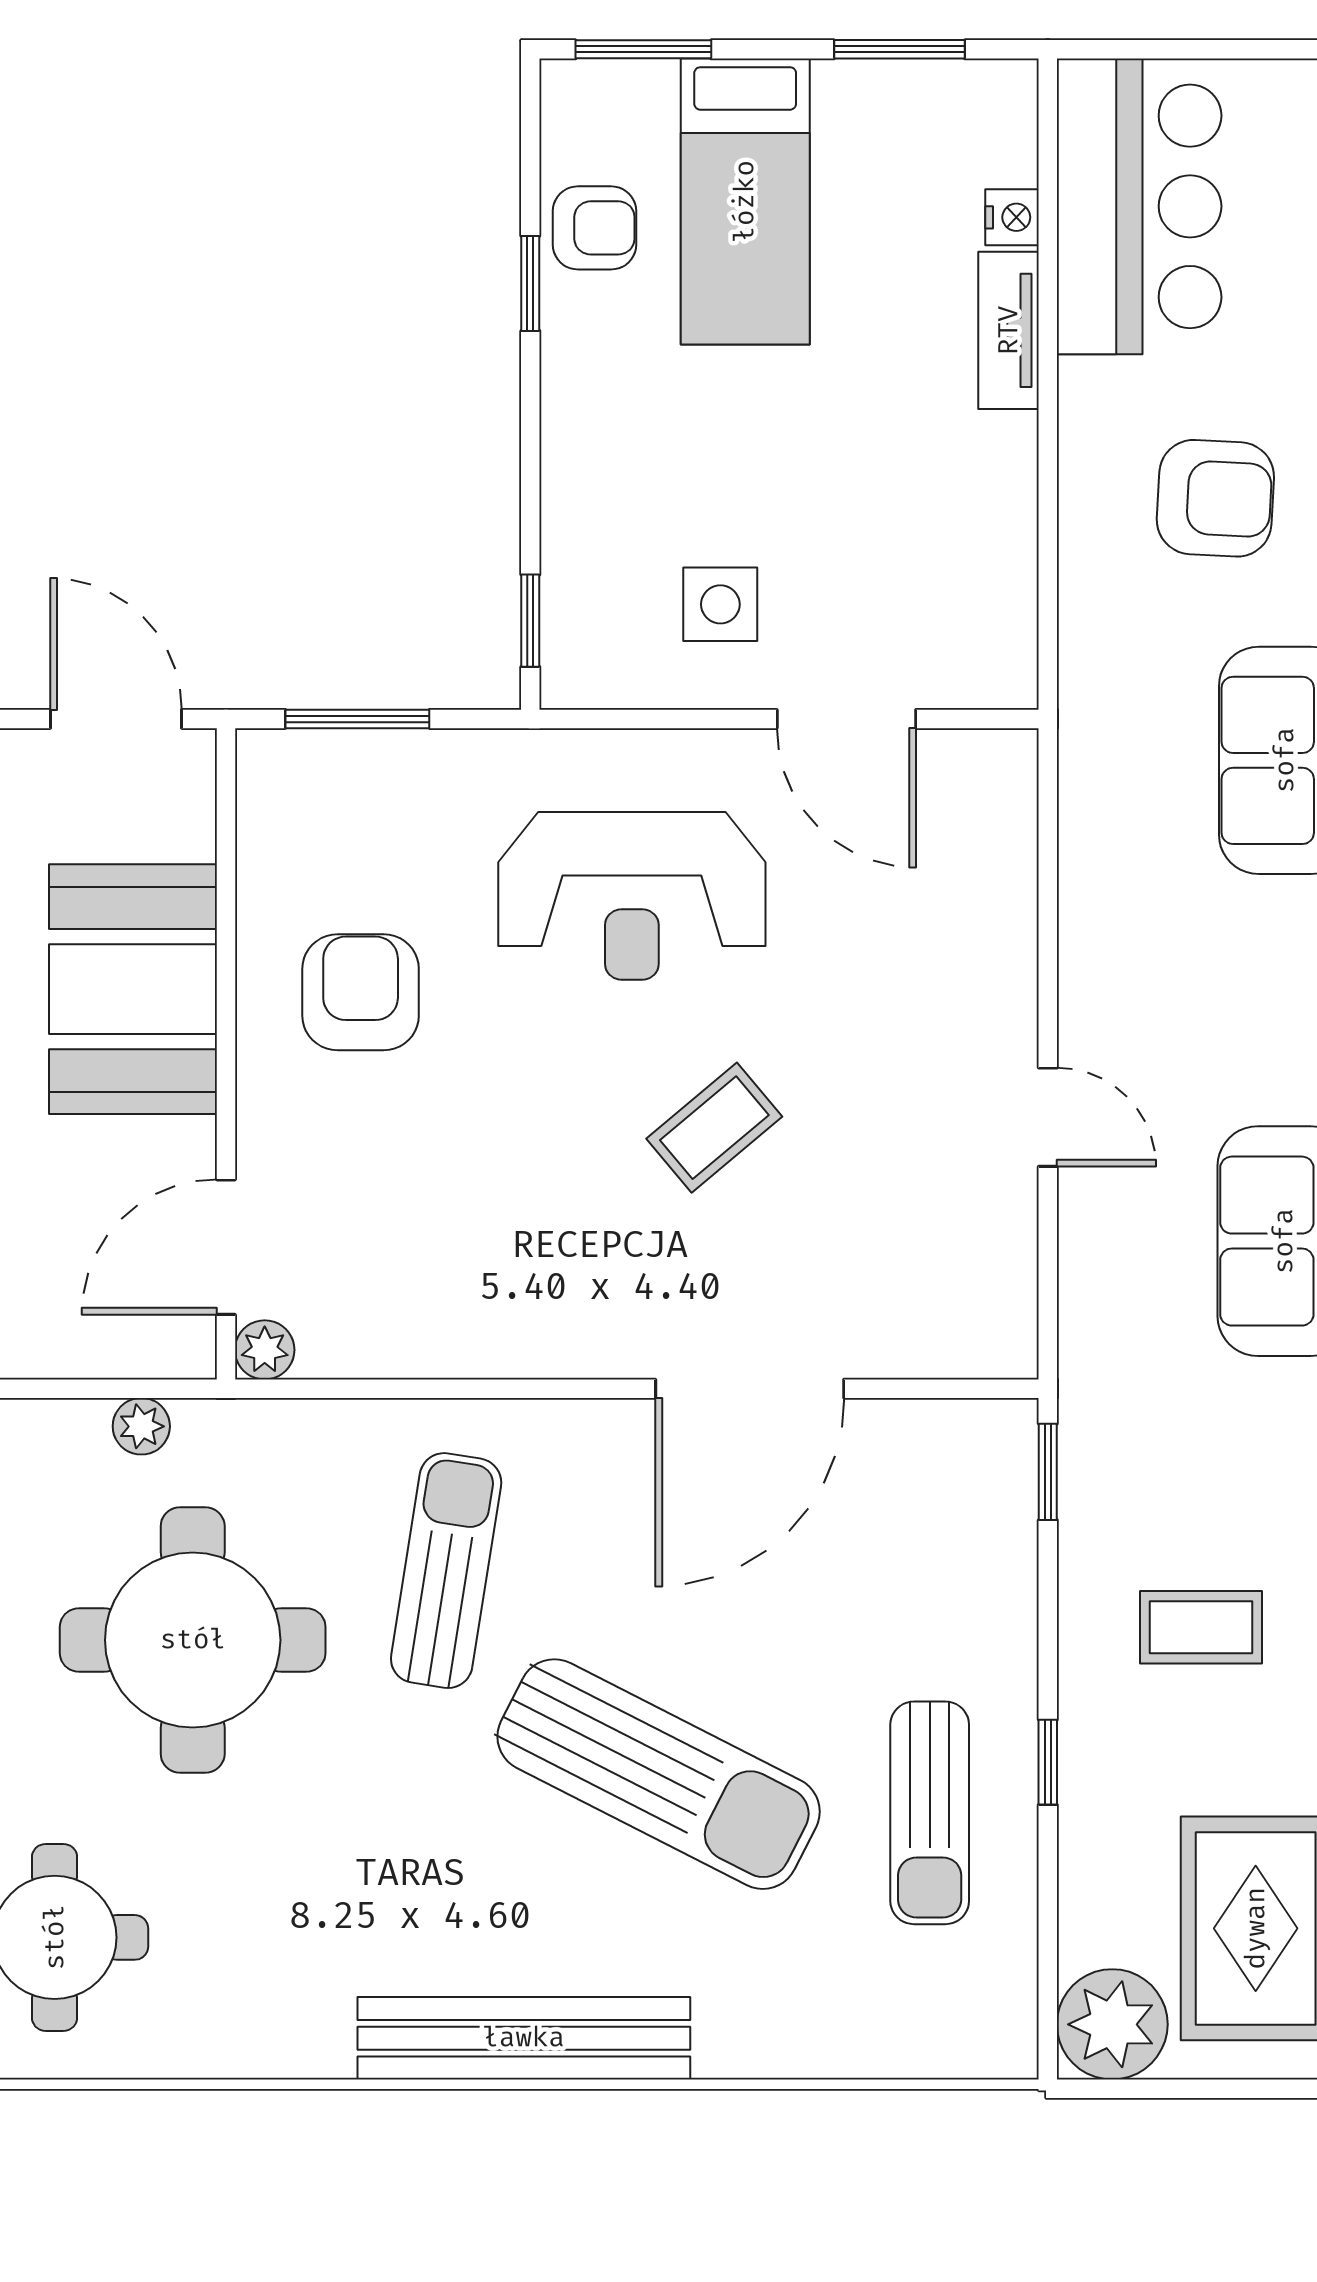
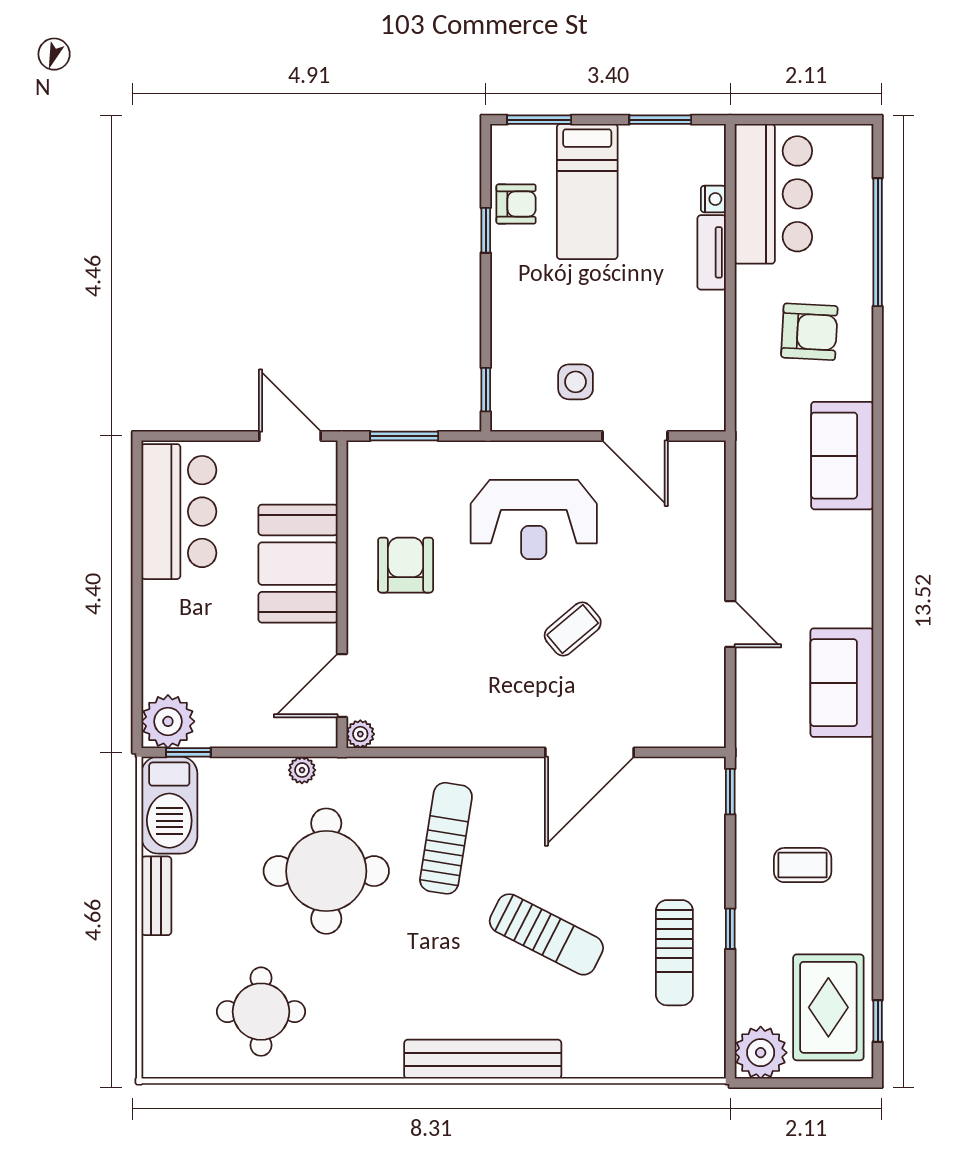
sun lounger: (659, 1774) -> (546, 934), width x0.73, depth x0.75

